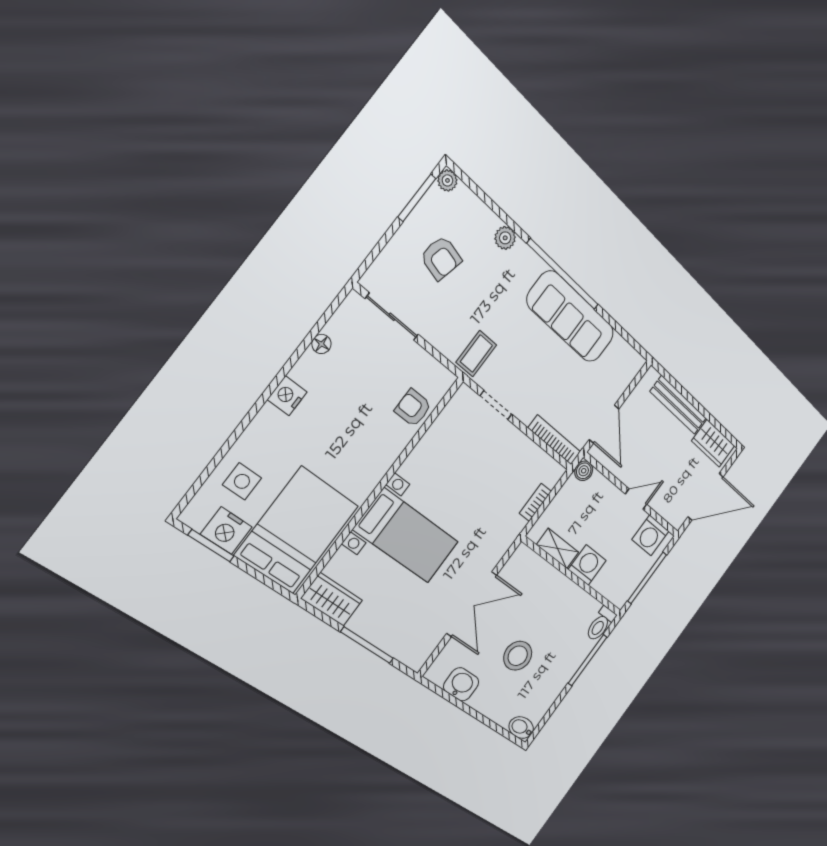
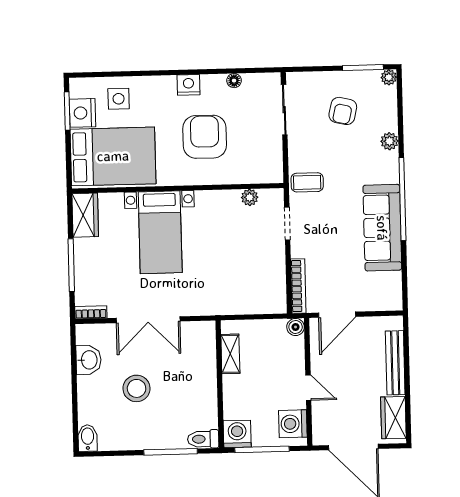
armchair: (413, 408) -> (205, 137), moved, width x1.88, depth x1.88
plant: (445, 422) -> (250, 197), added
bookcase: (535, 502) -> (91, 312), moved
washing machine: (587, 565) -> (237, 434), moved, turned -90

